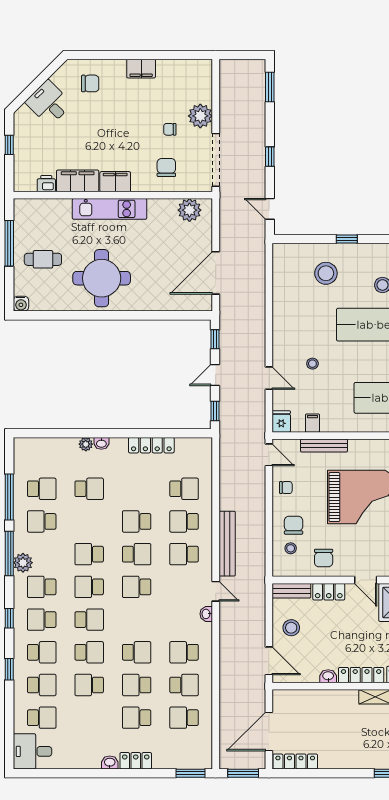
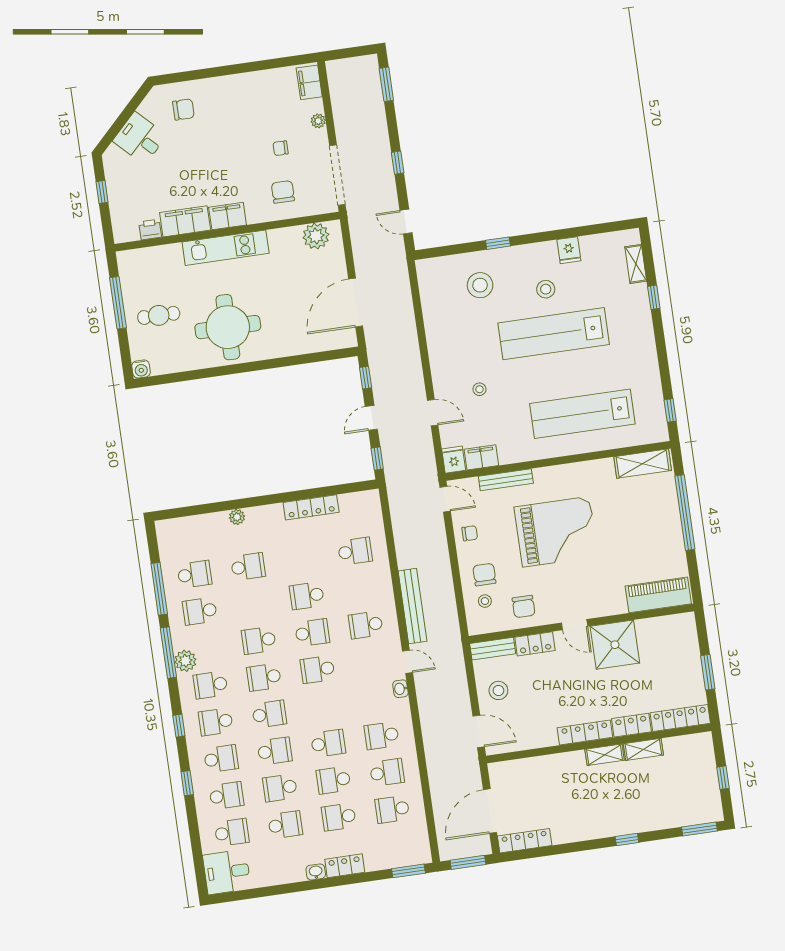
filing cabinet: (141, 69) -> (309, 82), moved, turned 90
plant: (200, 116) -> (318, 121), width x0.53, depth x0.53
filing cabinet: (312, 423) -> (481, 457), width x2.00
washbasin: (101, 443) -> (254, 513), removed
school desk: (184, 521) -> (285, 825), moved, turned 180
washbasin: (328, 676) -> (548, 739), removed

